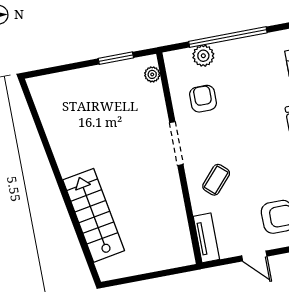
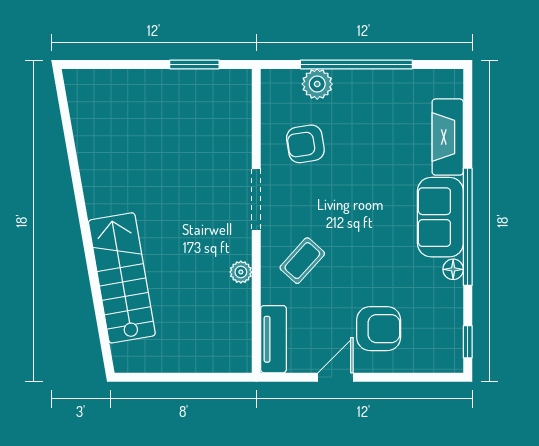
plant: (152, 74) -> (241, 272), moved
armchair: (203, 99) -> (305, 144), turned -99
door: (254, 256) -> (336, 377), swing flipped

